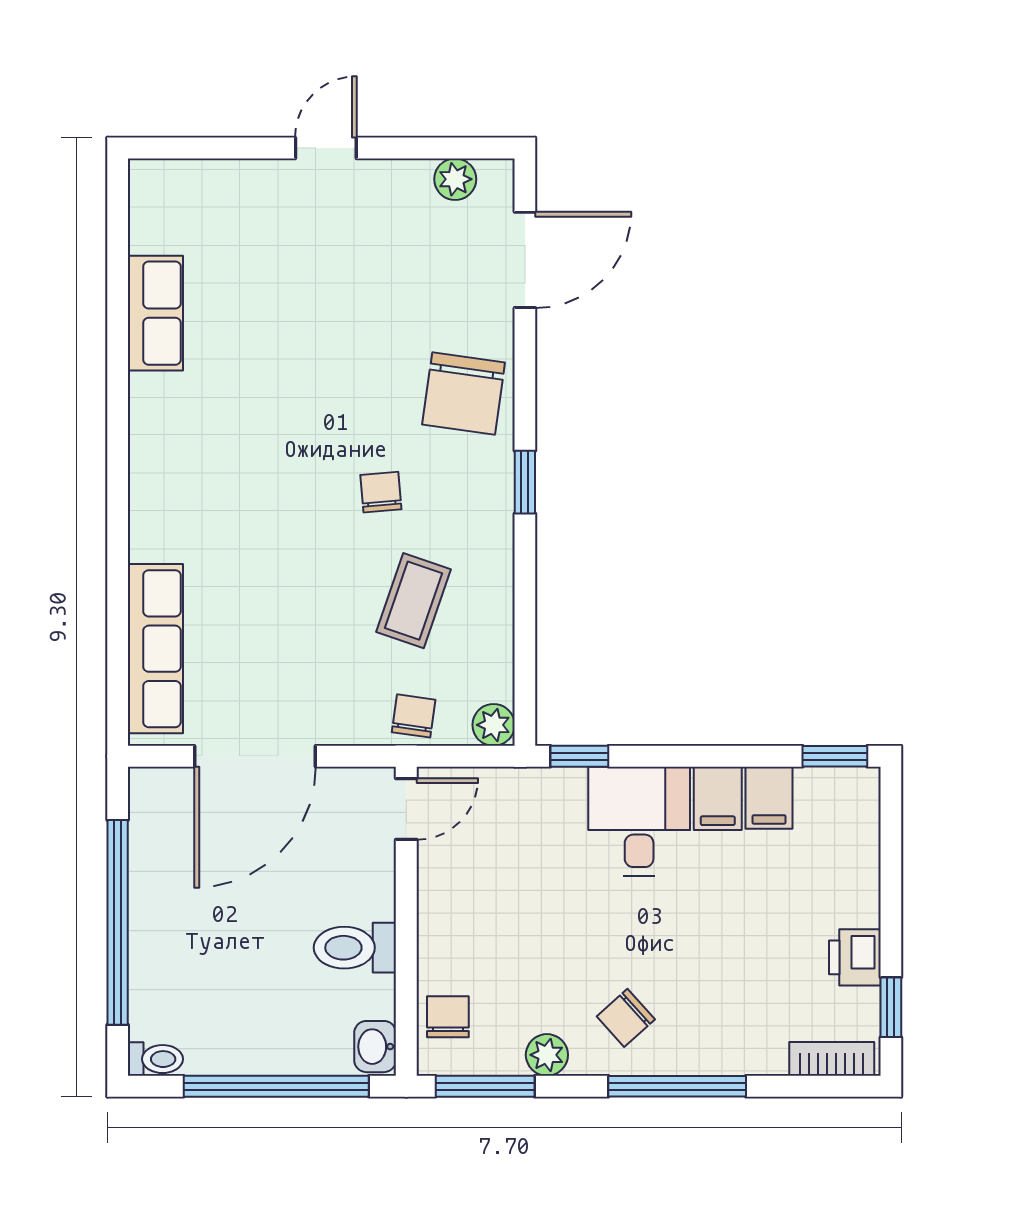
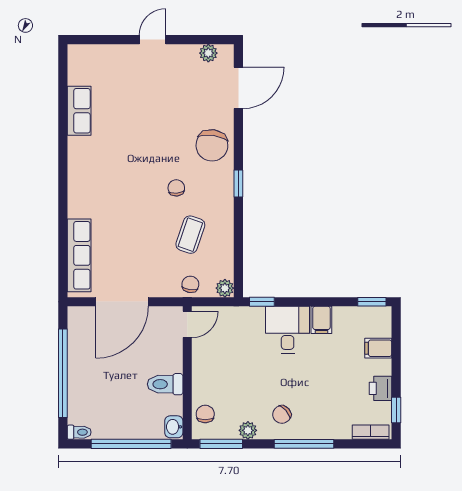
filing cabinet: (769, 798) -> (378, 348), moved, turned 90

